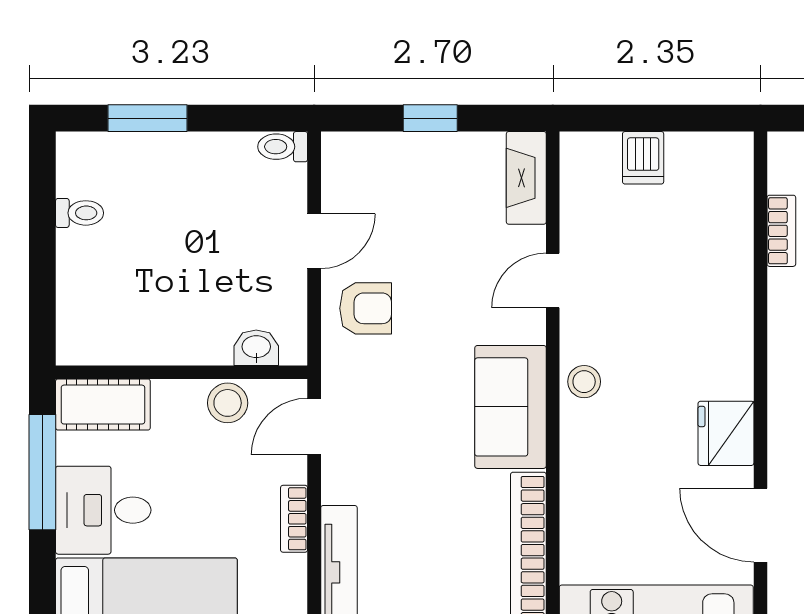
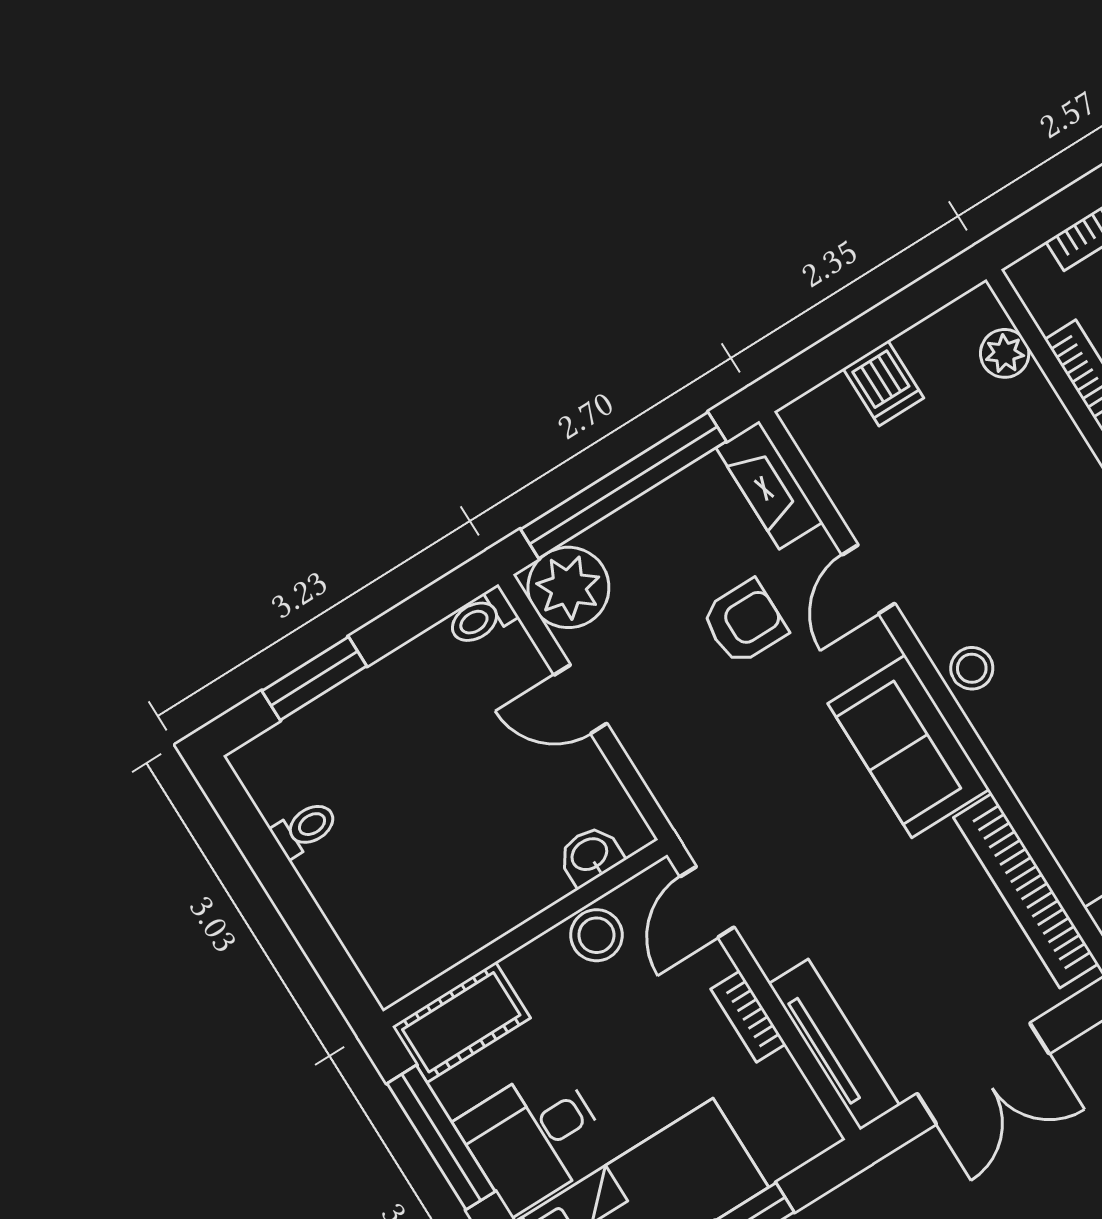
window: (430, 118) -> (623, 485), width x3.17
plant: (352, 163) -> (568, 587), added
plant: (735, 188) -> (1005, 353), added
door: (314, 241) -> (581, 699), swing flipped
armchair: (366, 308) -> (744, 622), moved

